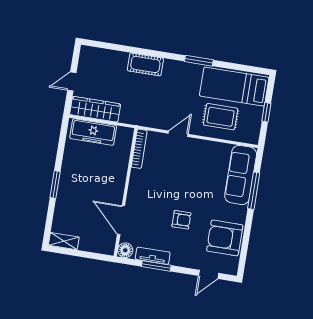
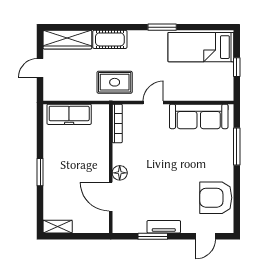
wardrobe: (95, 109) -> (67, 40), moved, turned 180
rug: (221, 117) -> (115, 82), moved
sofa: (241, 175) -> (199, 116), moved, turned -90
armchair: (181, 220) -> (170, 187), removed
floor lamp: (125, 250) -> (120, 173), moved
tv unit: (153, 256) -> (164, 227), moved

